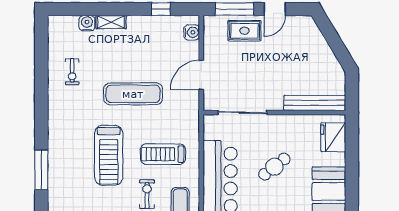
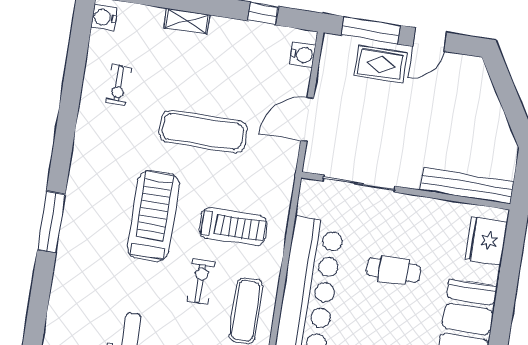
water cooler: (87, 23) -> (104, 17), moved, turned -90
treadmill: (163, 154) -> (233, 227), turned 180
treadmill: (109, 155) -> (153, 216), turned 180
cafe table: (274, 167) -> (393, 270), turned 38

